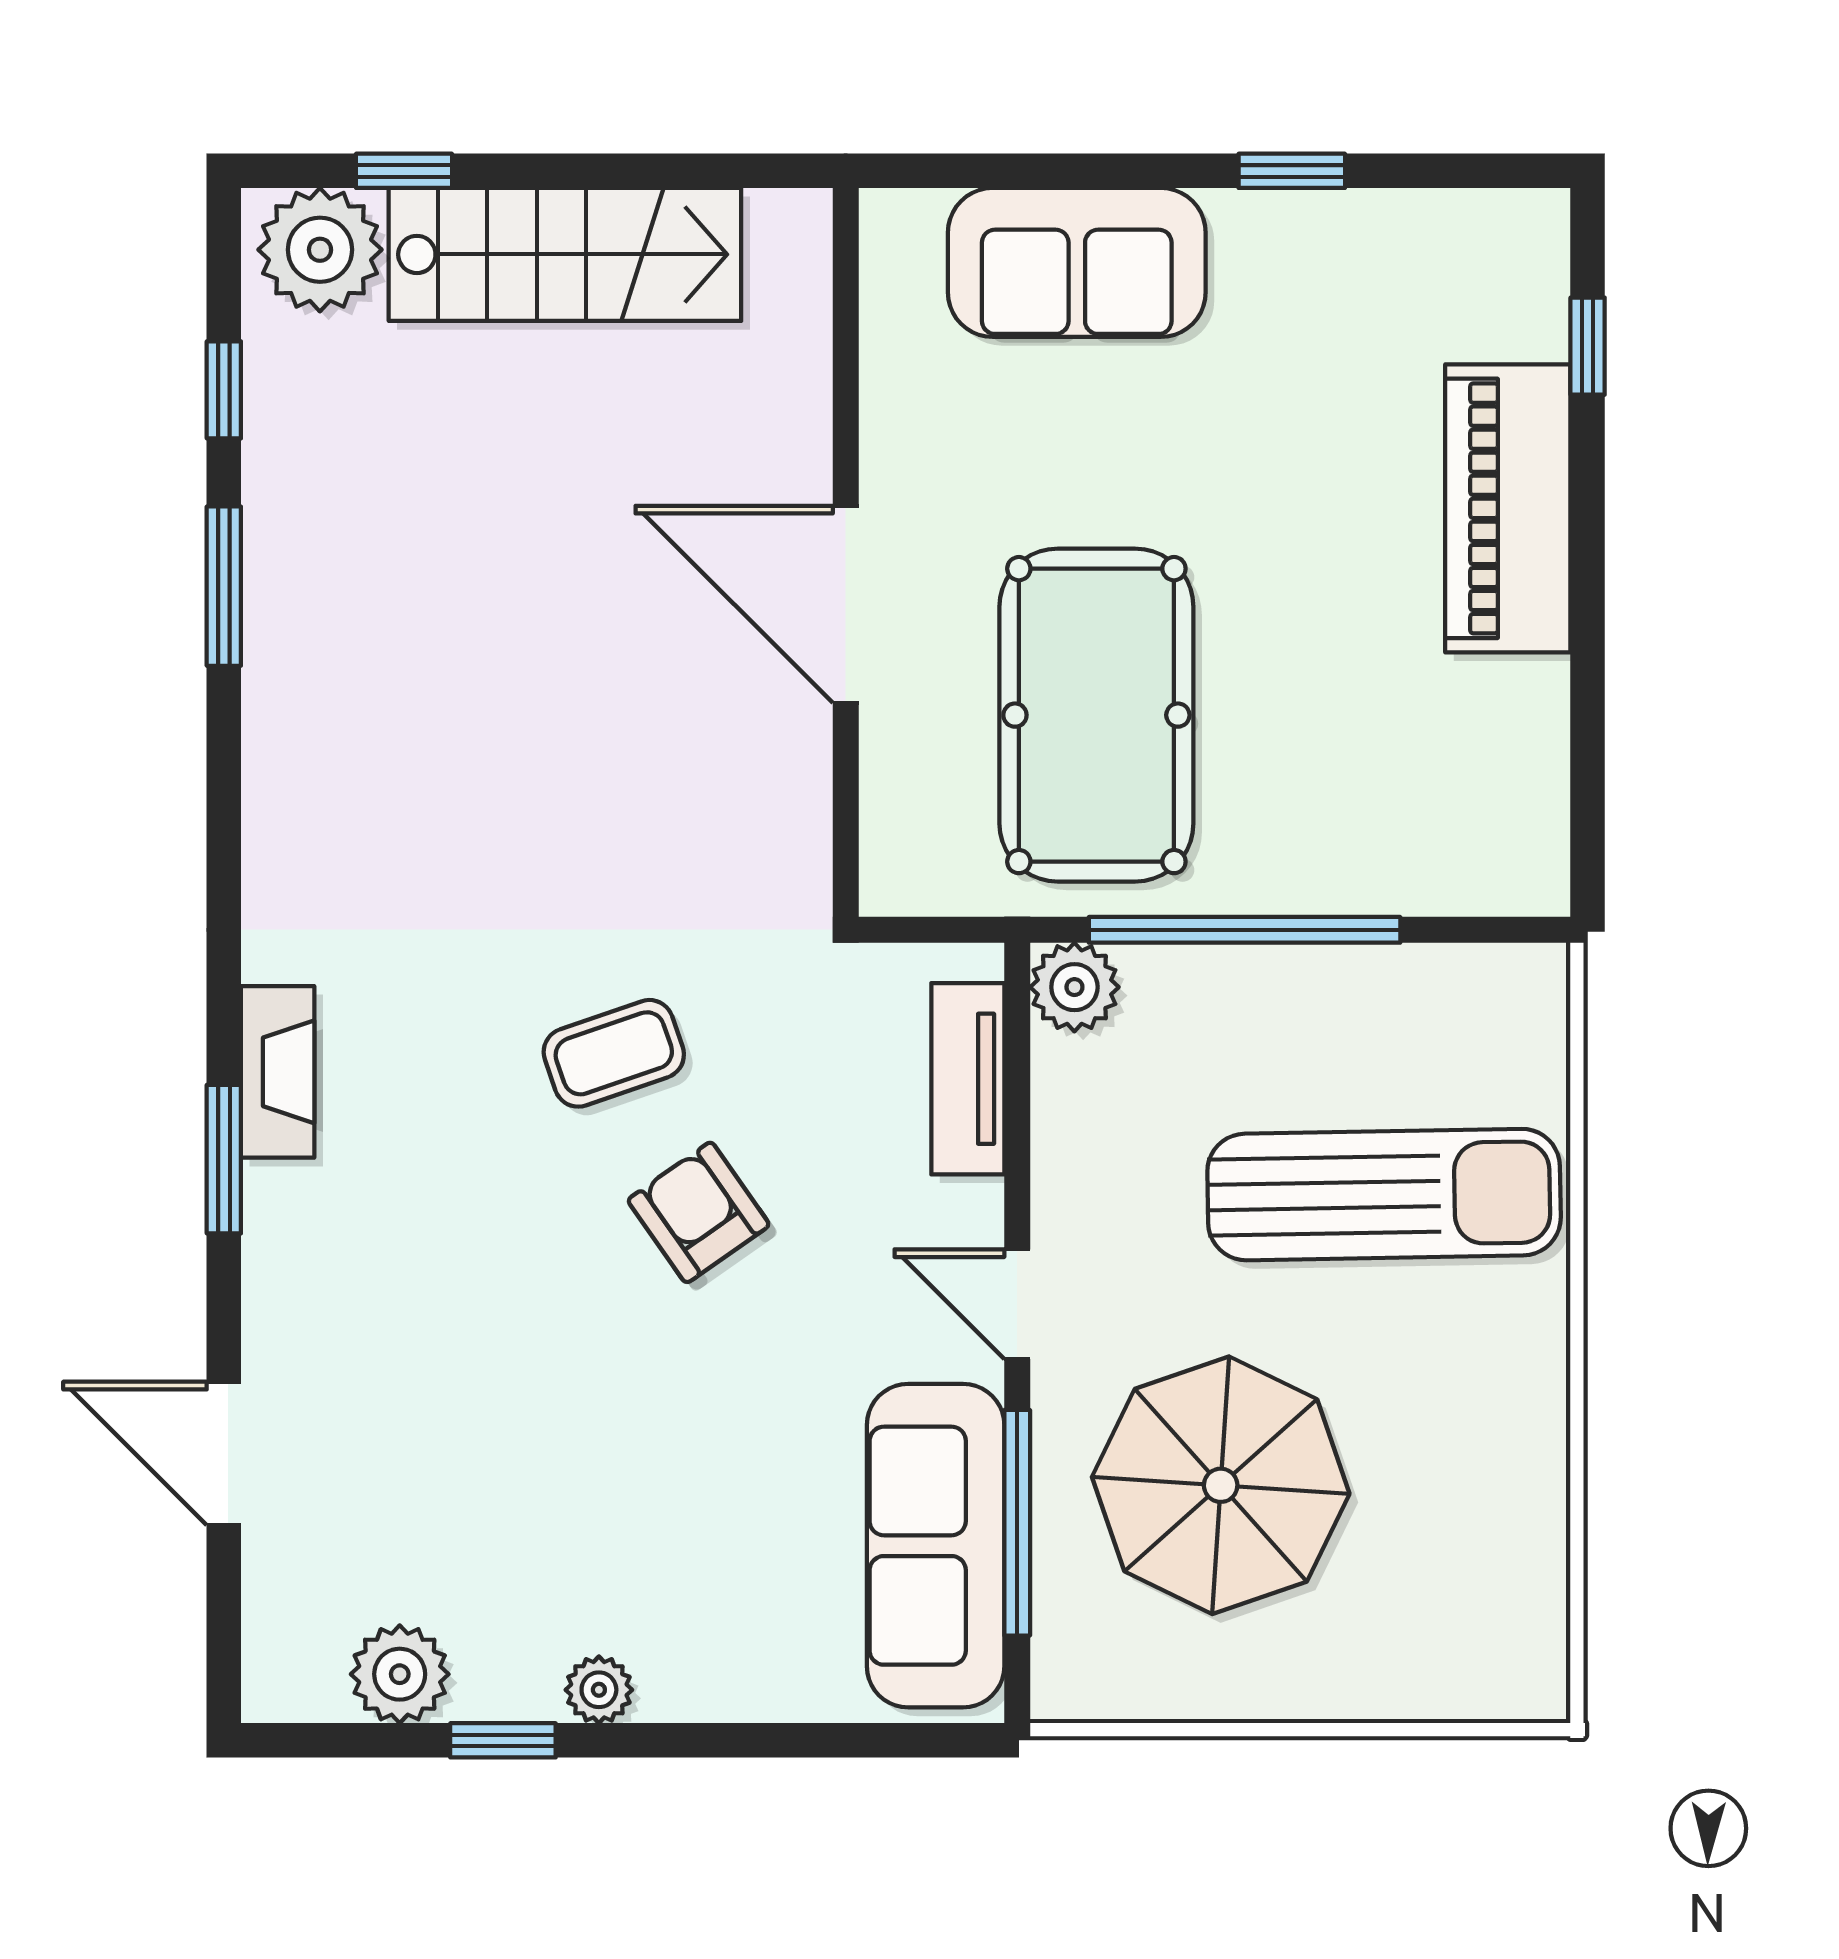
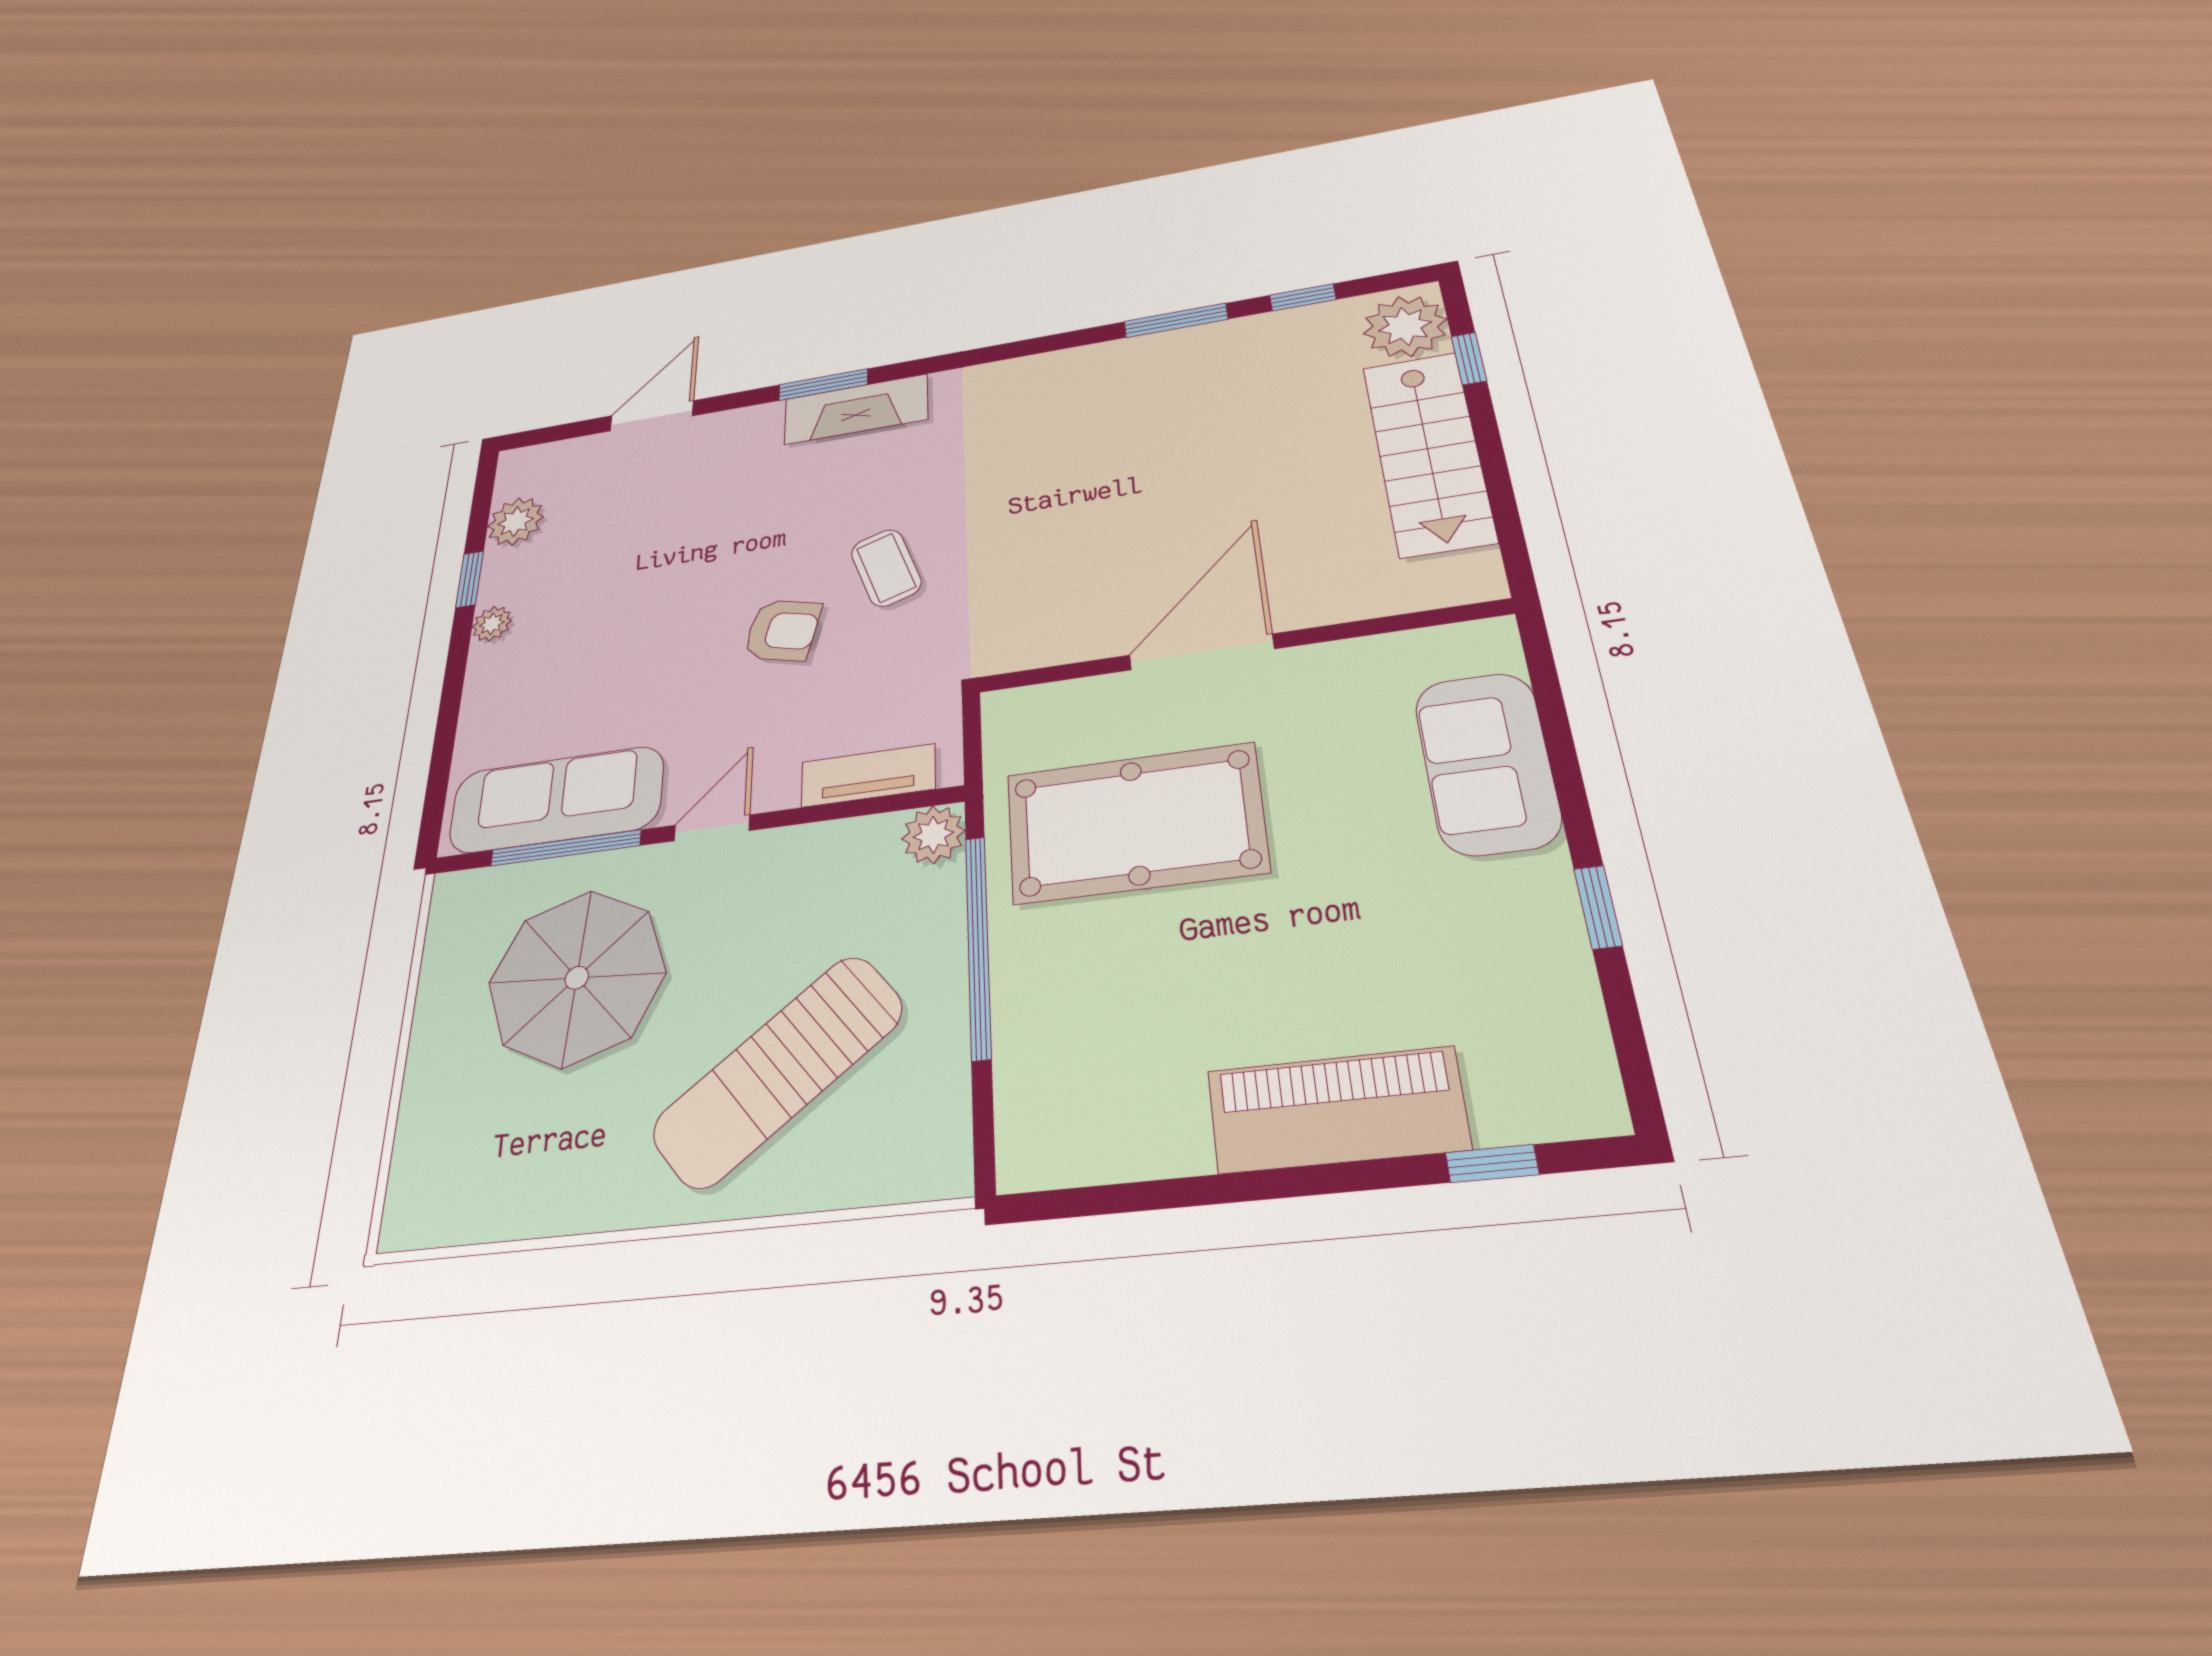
fireplace: (278, 1072) -> (856, 409), width x1.37, depth x1.32
sun lounger: (1384, 1195) -> (778, 1070), turned 53
armchair: (699, 1212) -> (782, 630), turned 49

